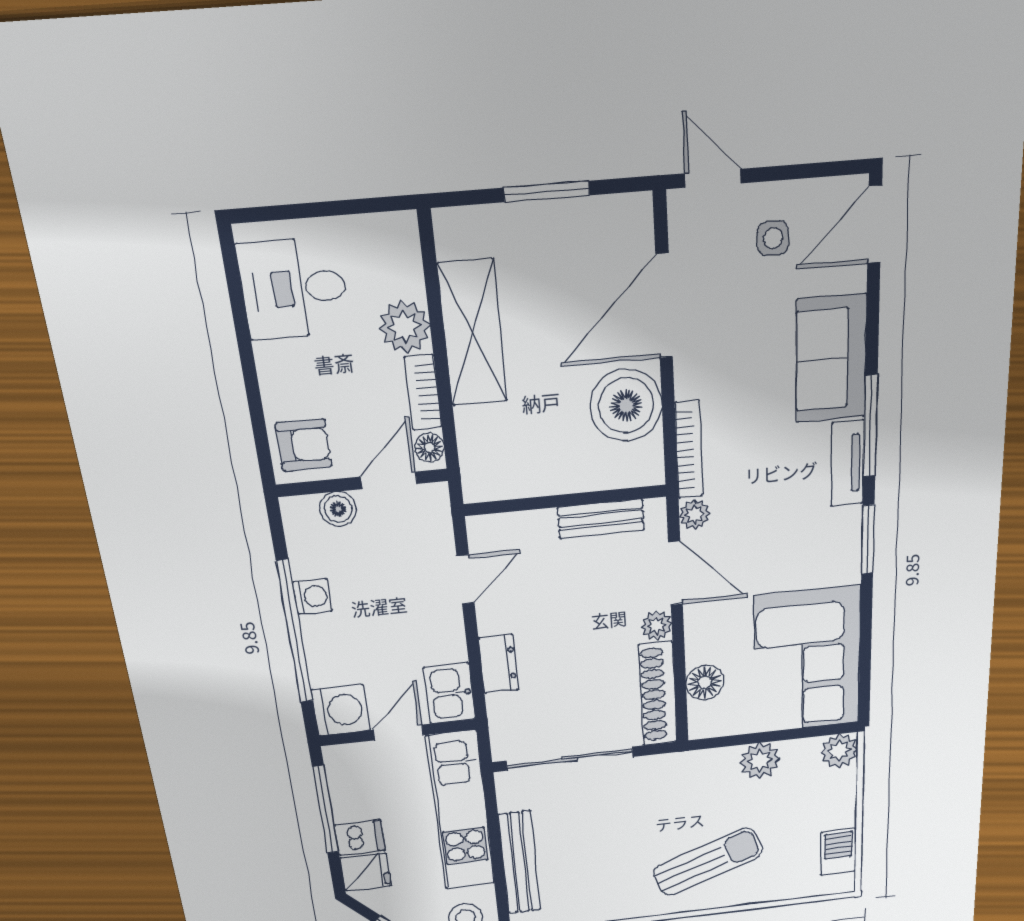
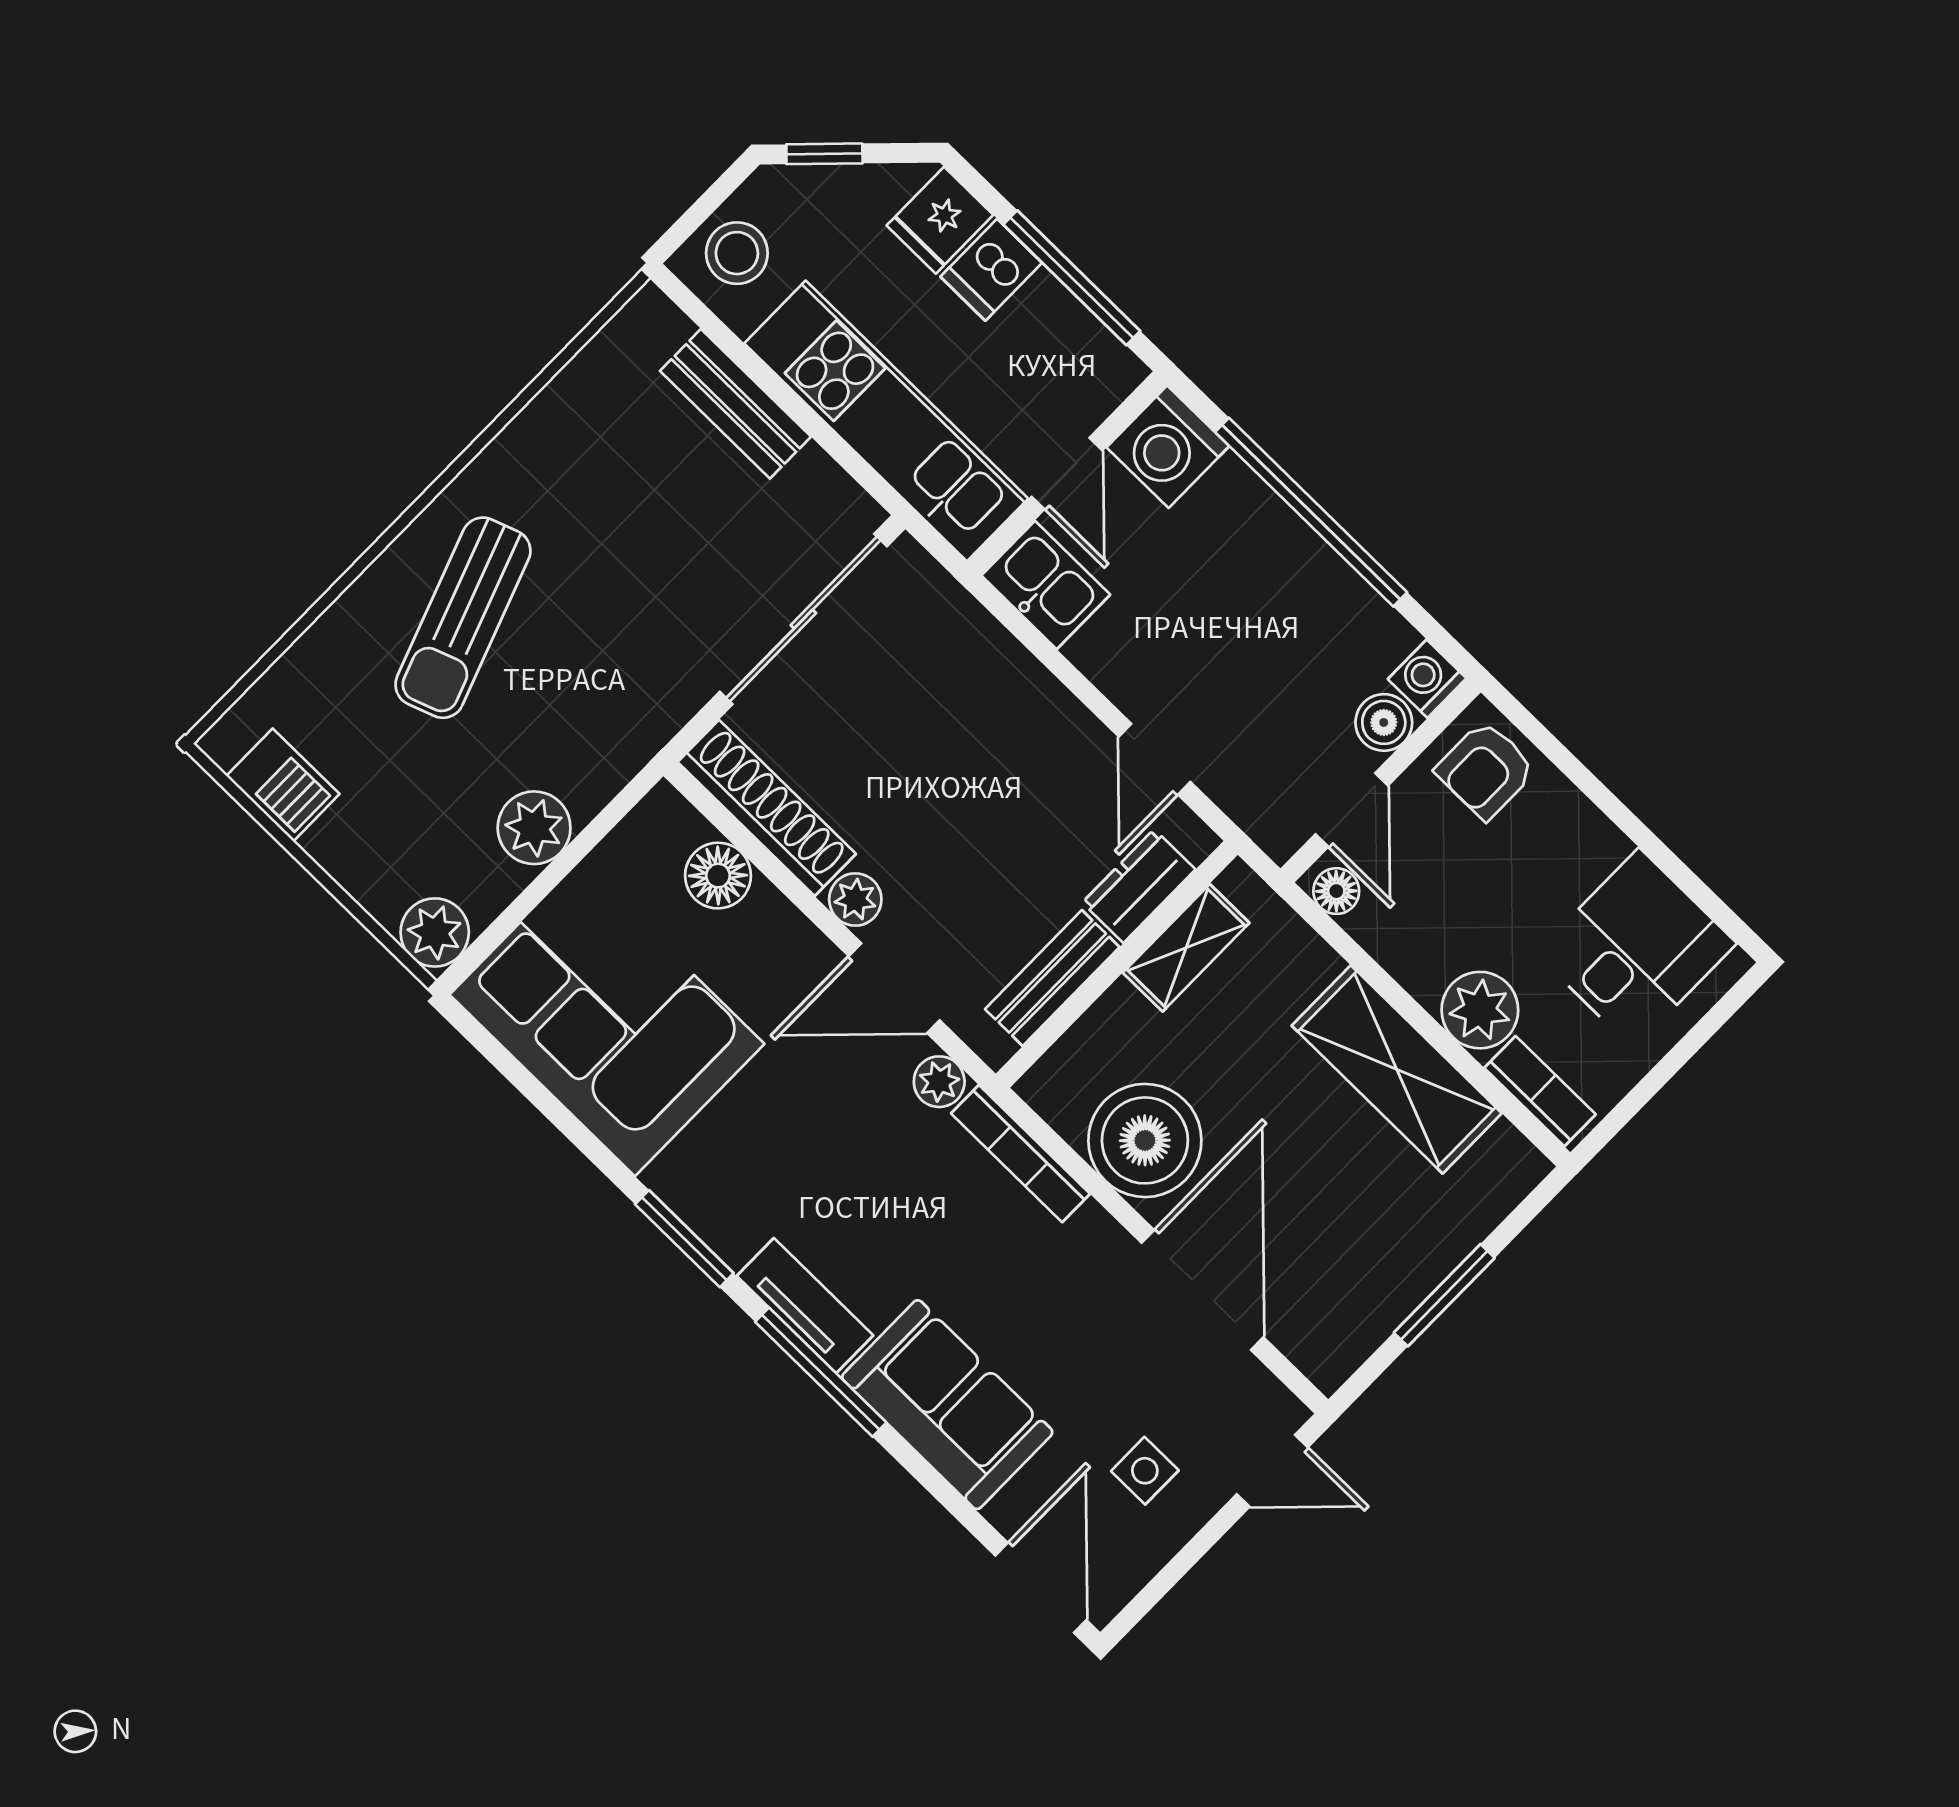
bookcase: (423, 392) -> (1540, 1091), moved
shelving: (526, 481) -> (1186, 948), added
washing machine: (313, 596) -> (1427, 679), moved, turned 90
dresser: (499, 664) -> (1139, 886), moved, turned 90
bench: (520, 863) -> (735, 404), width x0.73

